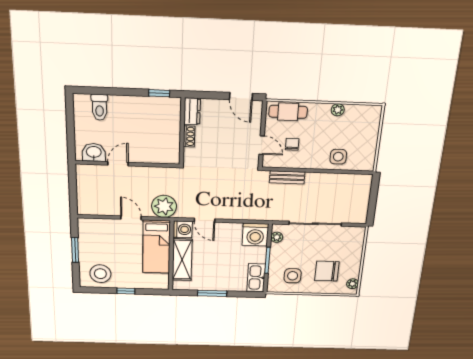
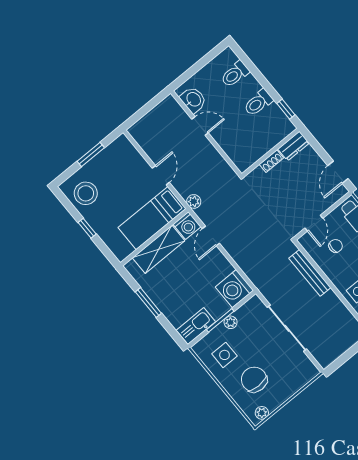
toilet: (136, 109) -> (258, 103), added
bench: (287, 177) -> (310, 273), width x1.36
plant: (164, 206) -> (194, 201), width x0.53, depth x0.53
plant: (277, 237) -> (231, 322), moved

